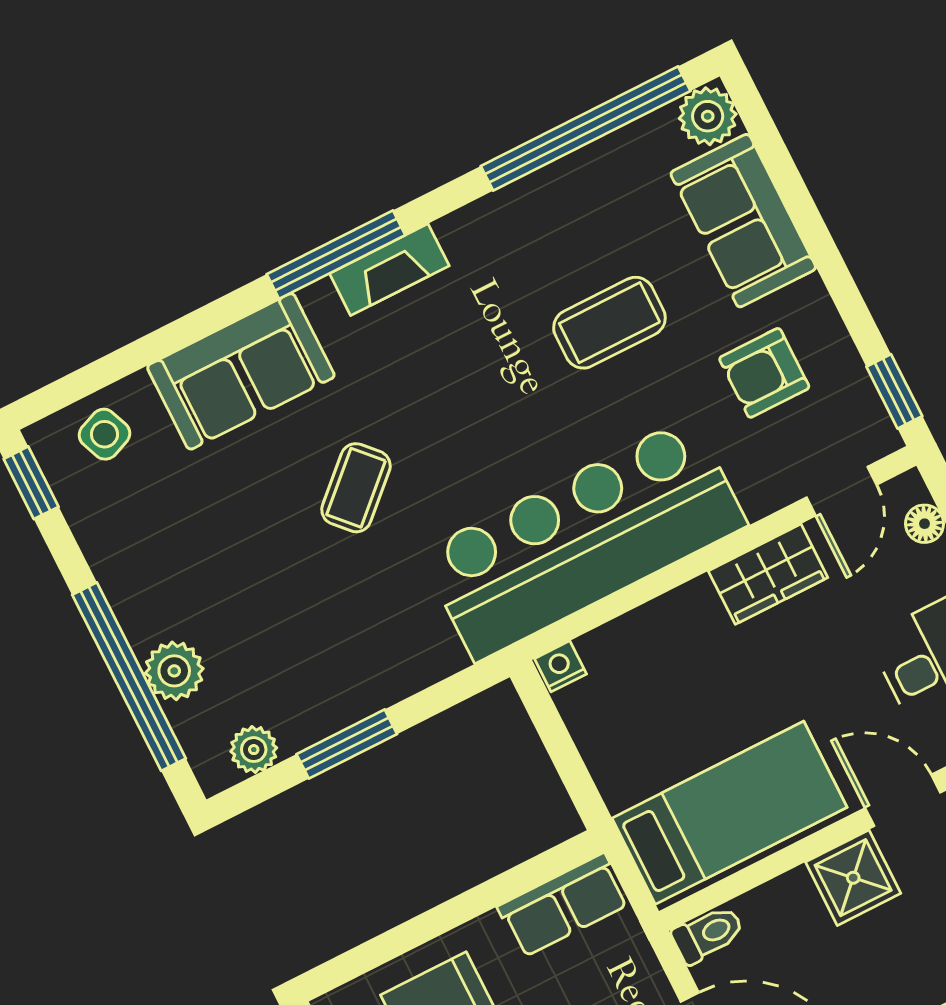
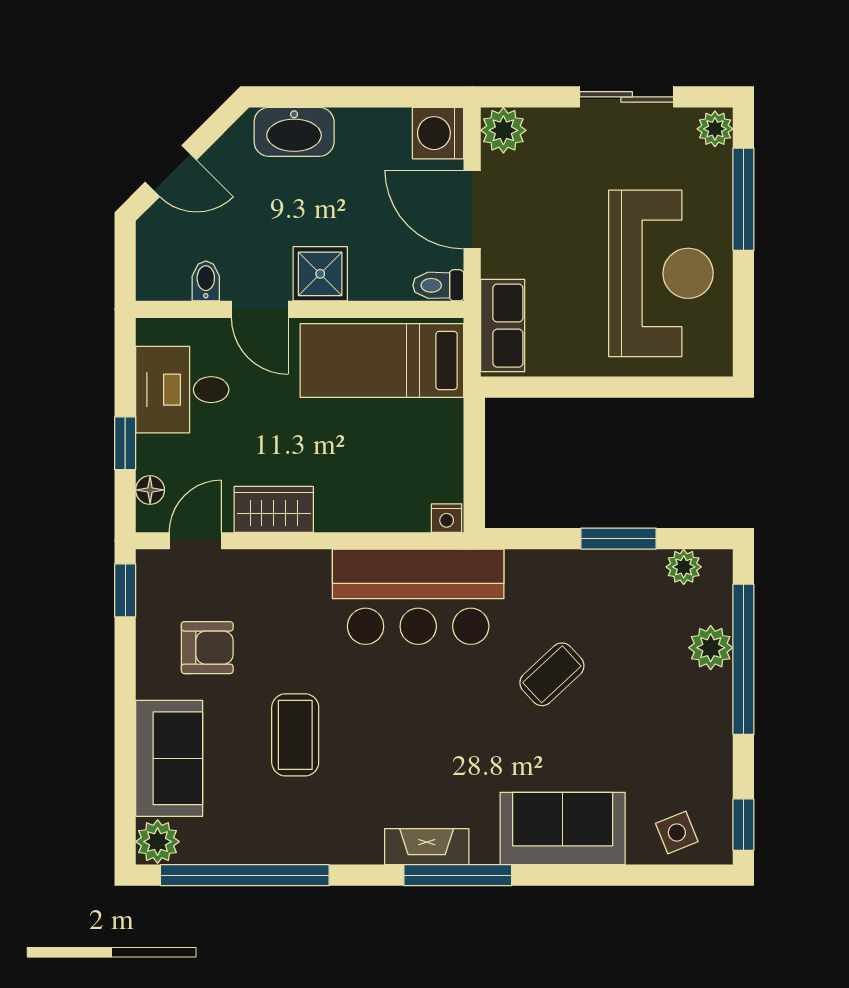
coffee table: (609, 323) -> (295, 735), turned 90
coffee table: (356, 488) -> (552, 674), moved
bar counter: (584, 539) -> (418, 597), width x0.73
row of seats: (563, 905) -> (503, 326), moved, turned 90

